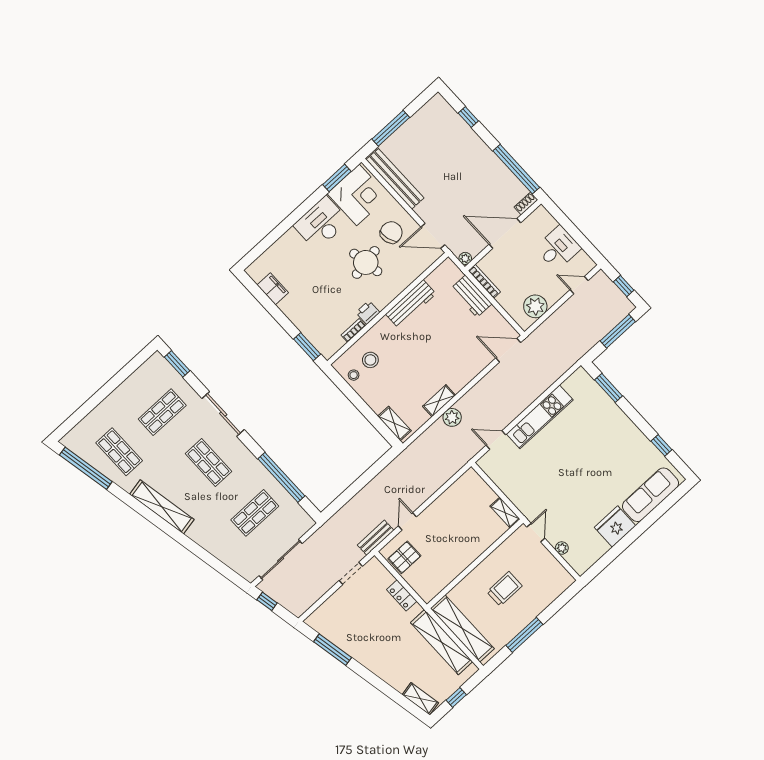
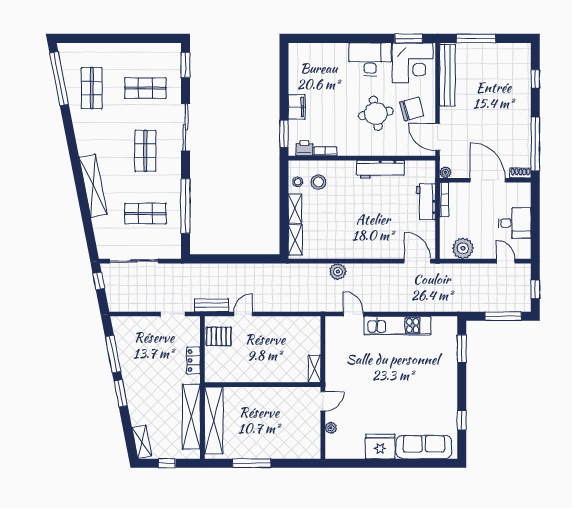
filing cabinet: (273, 289) -> (297, 107), moved
printer: (368, 312) -> (304, 148), moved
shelving: (439, 401) -> (295, 209), moved, turned 90
shelving: (162, 507) -> (93, 186), moved
trolley: (504, 589) -> (267, 420), removed
window: (368, 676) -> (121, 393), added

